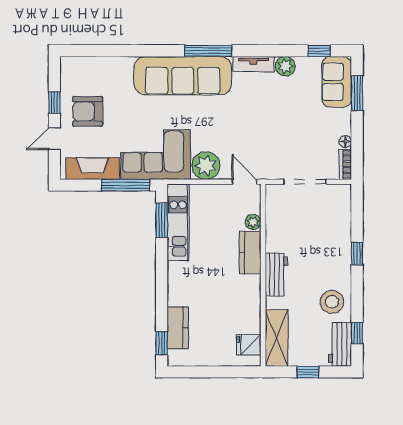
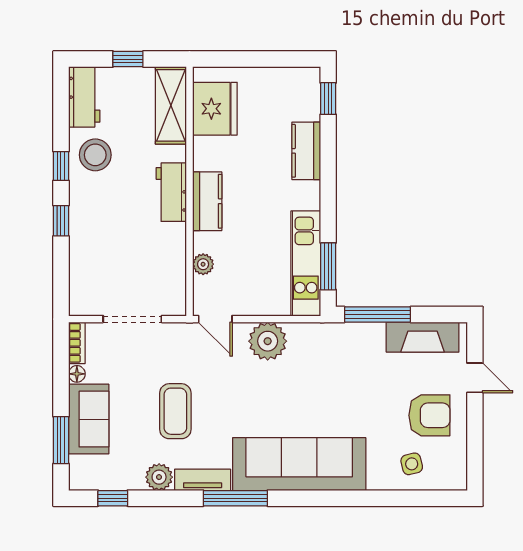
window: (208, 51) -> (235, 498), moved
side table: (101, 76) -> (412, 464), added
sofa: (337, 82) -> (89, 419), moved
window: (54, 103) -> (475, 427), removed
coffee table: (273, 114) -> (175, 411), added
door: (54, 139) -> (475, 378), hinge flipped
corner sofa: (156, 155) -> (336, 356), removed
kitchen counter: (250, 253) -> (207, 201), moved
kitchen counter: (178, 328) -> (306, 151), moved
window: (357, 333) -> (61, 166), moved
fridge: (249, 345) -> (215, 109), width x1.88, depth x1.34

